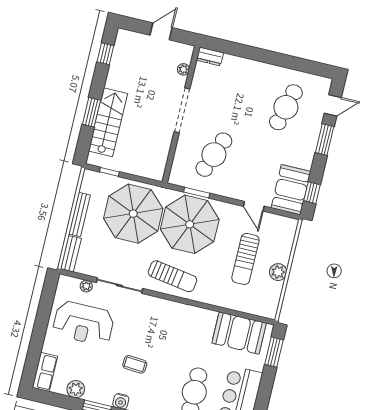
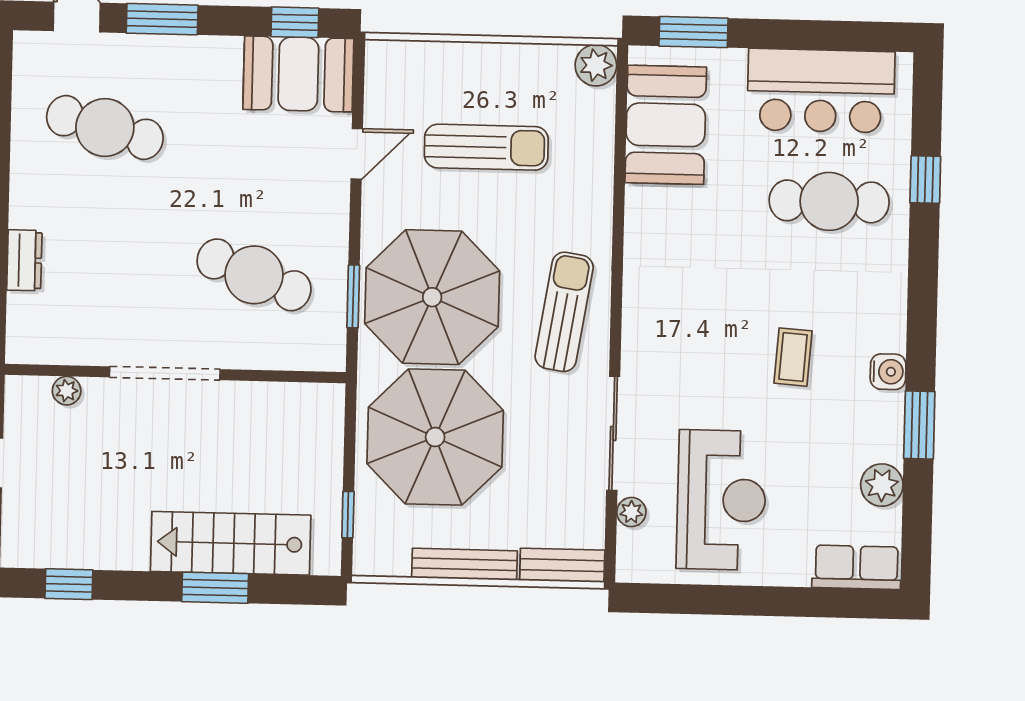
dresser: (210, 57) -> (24, 260), moved
plant: (278, 272) -> (596, 65), moved

